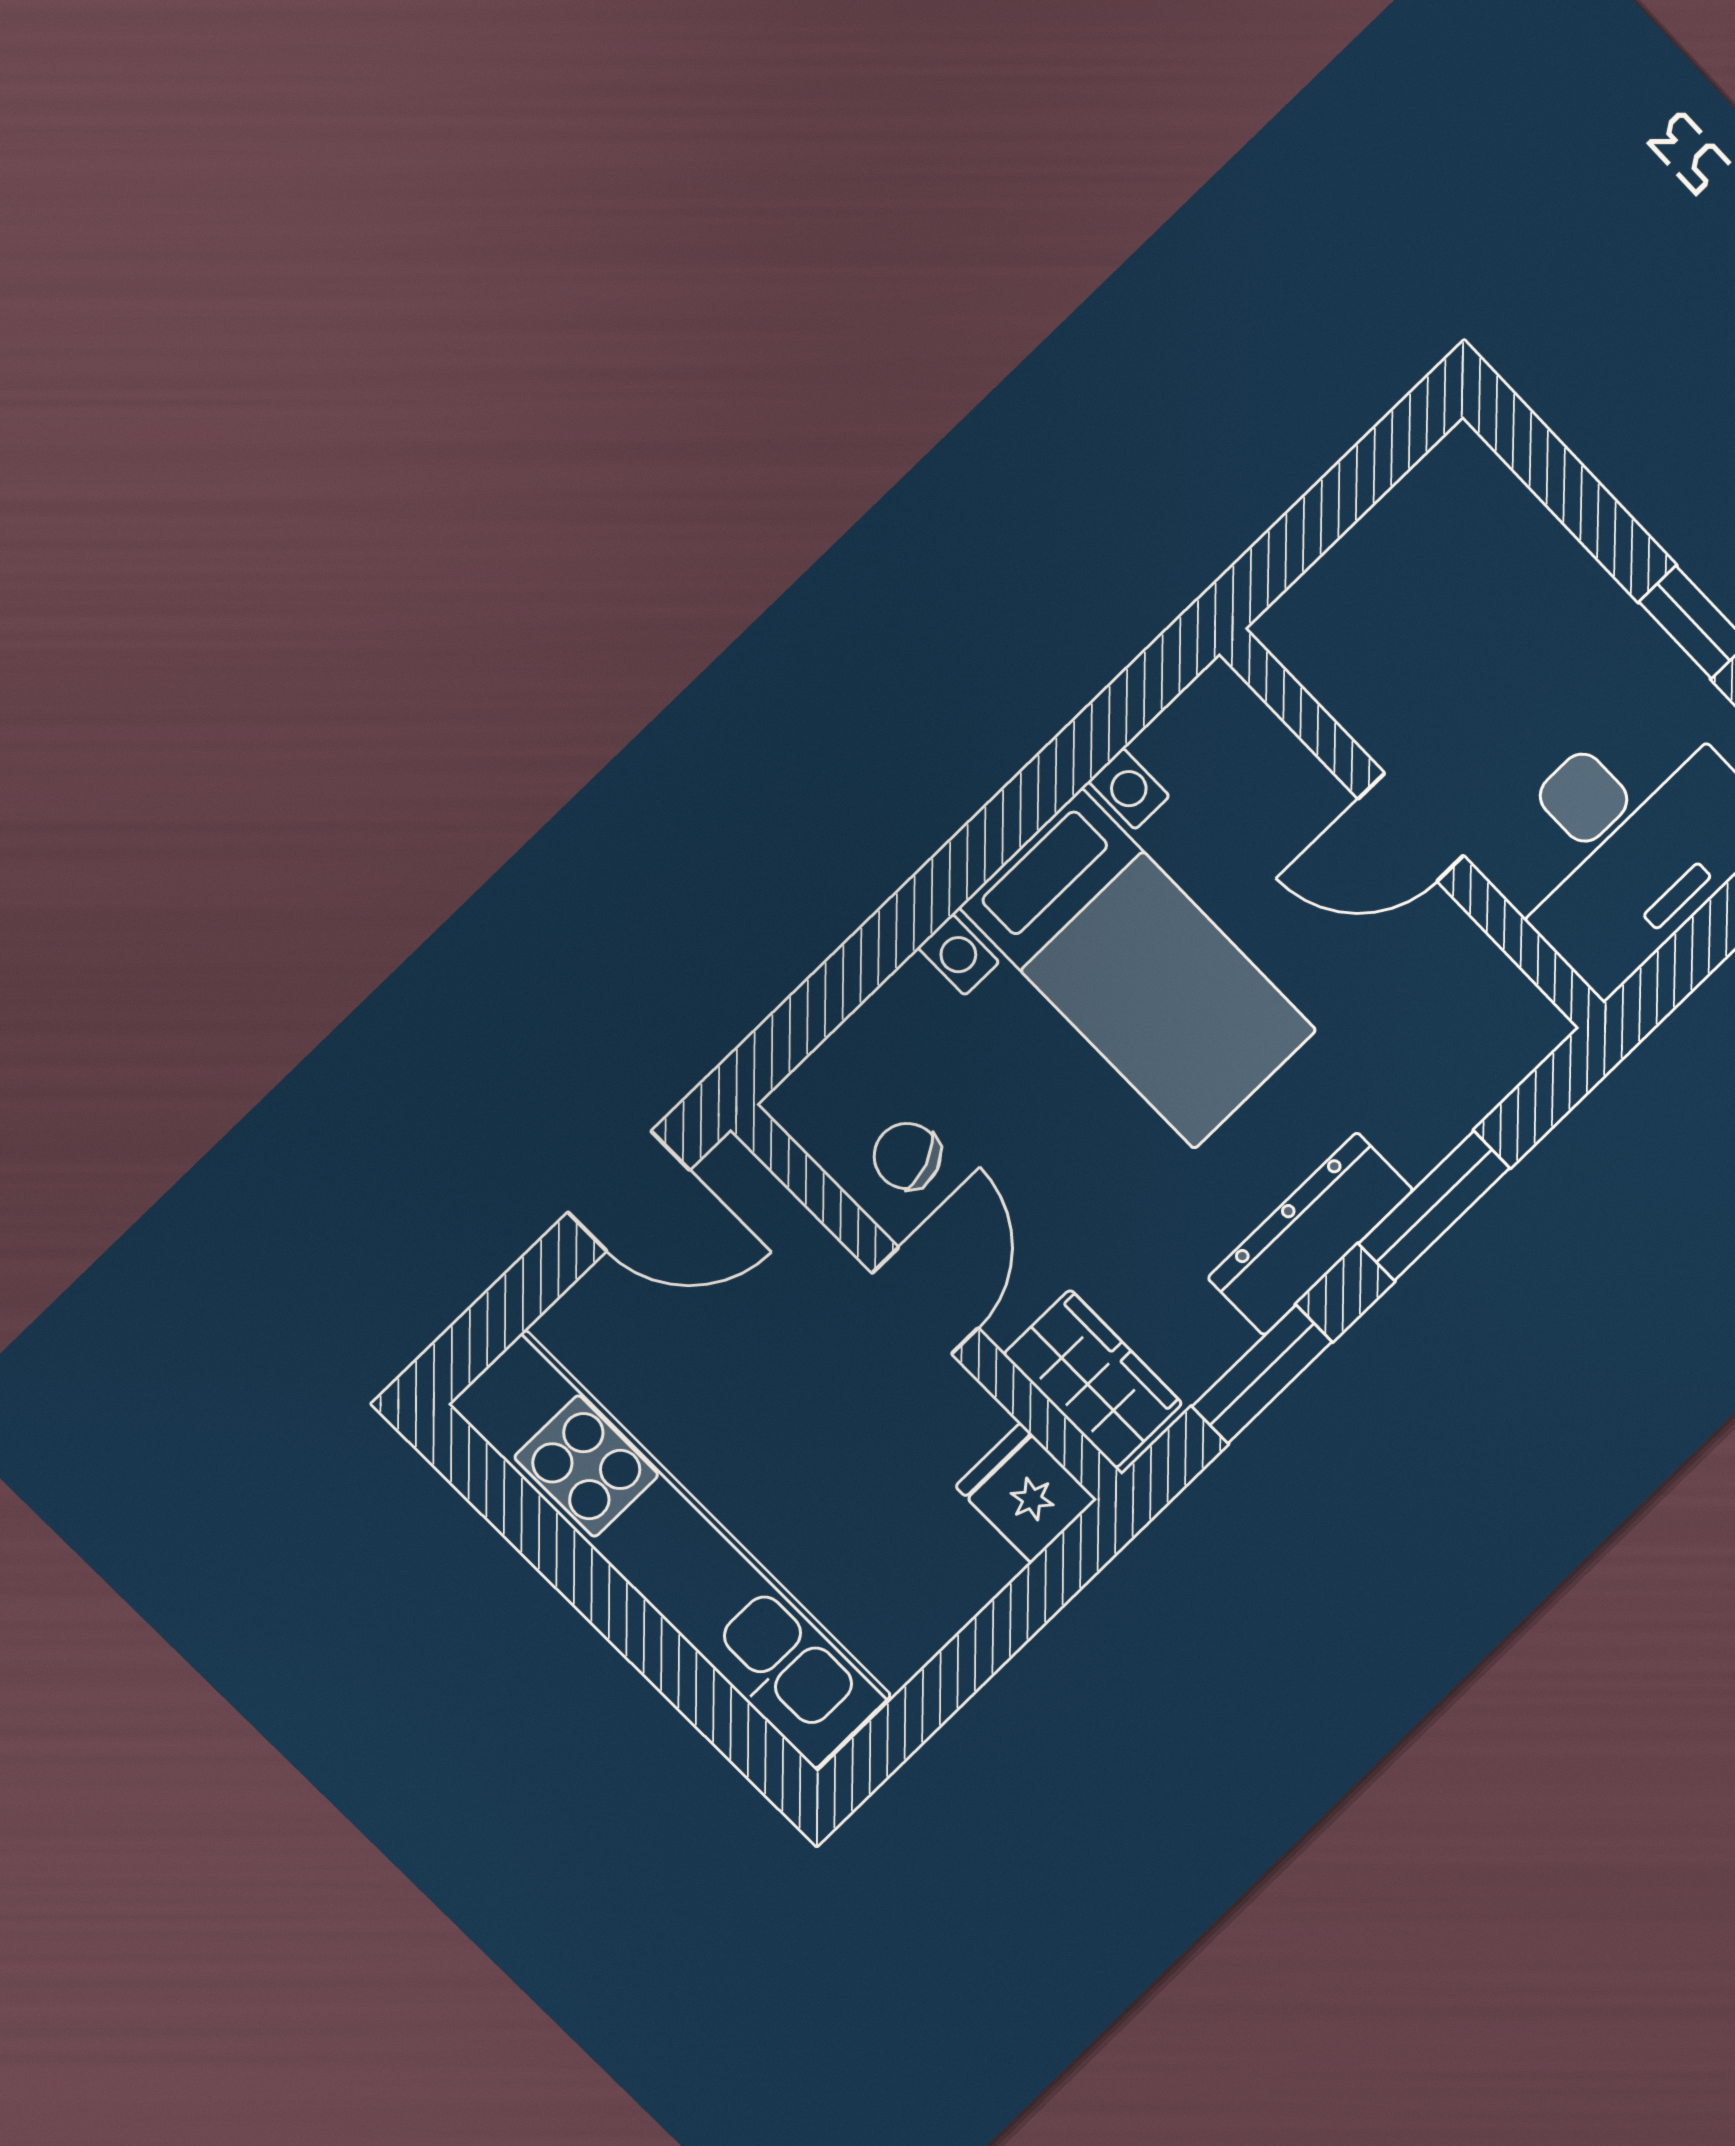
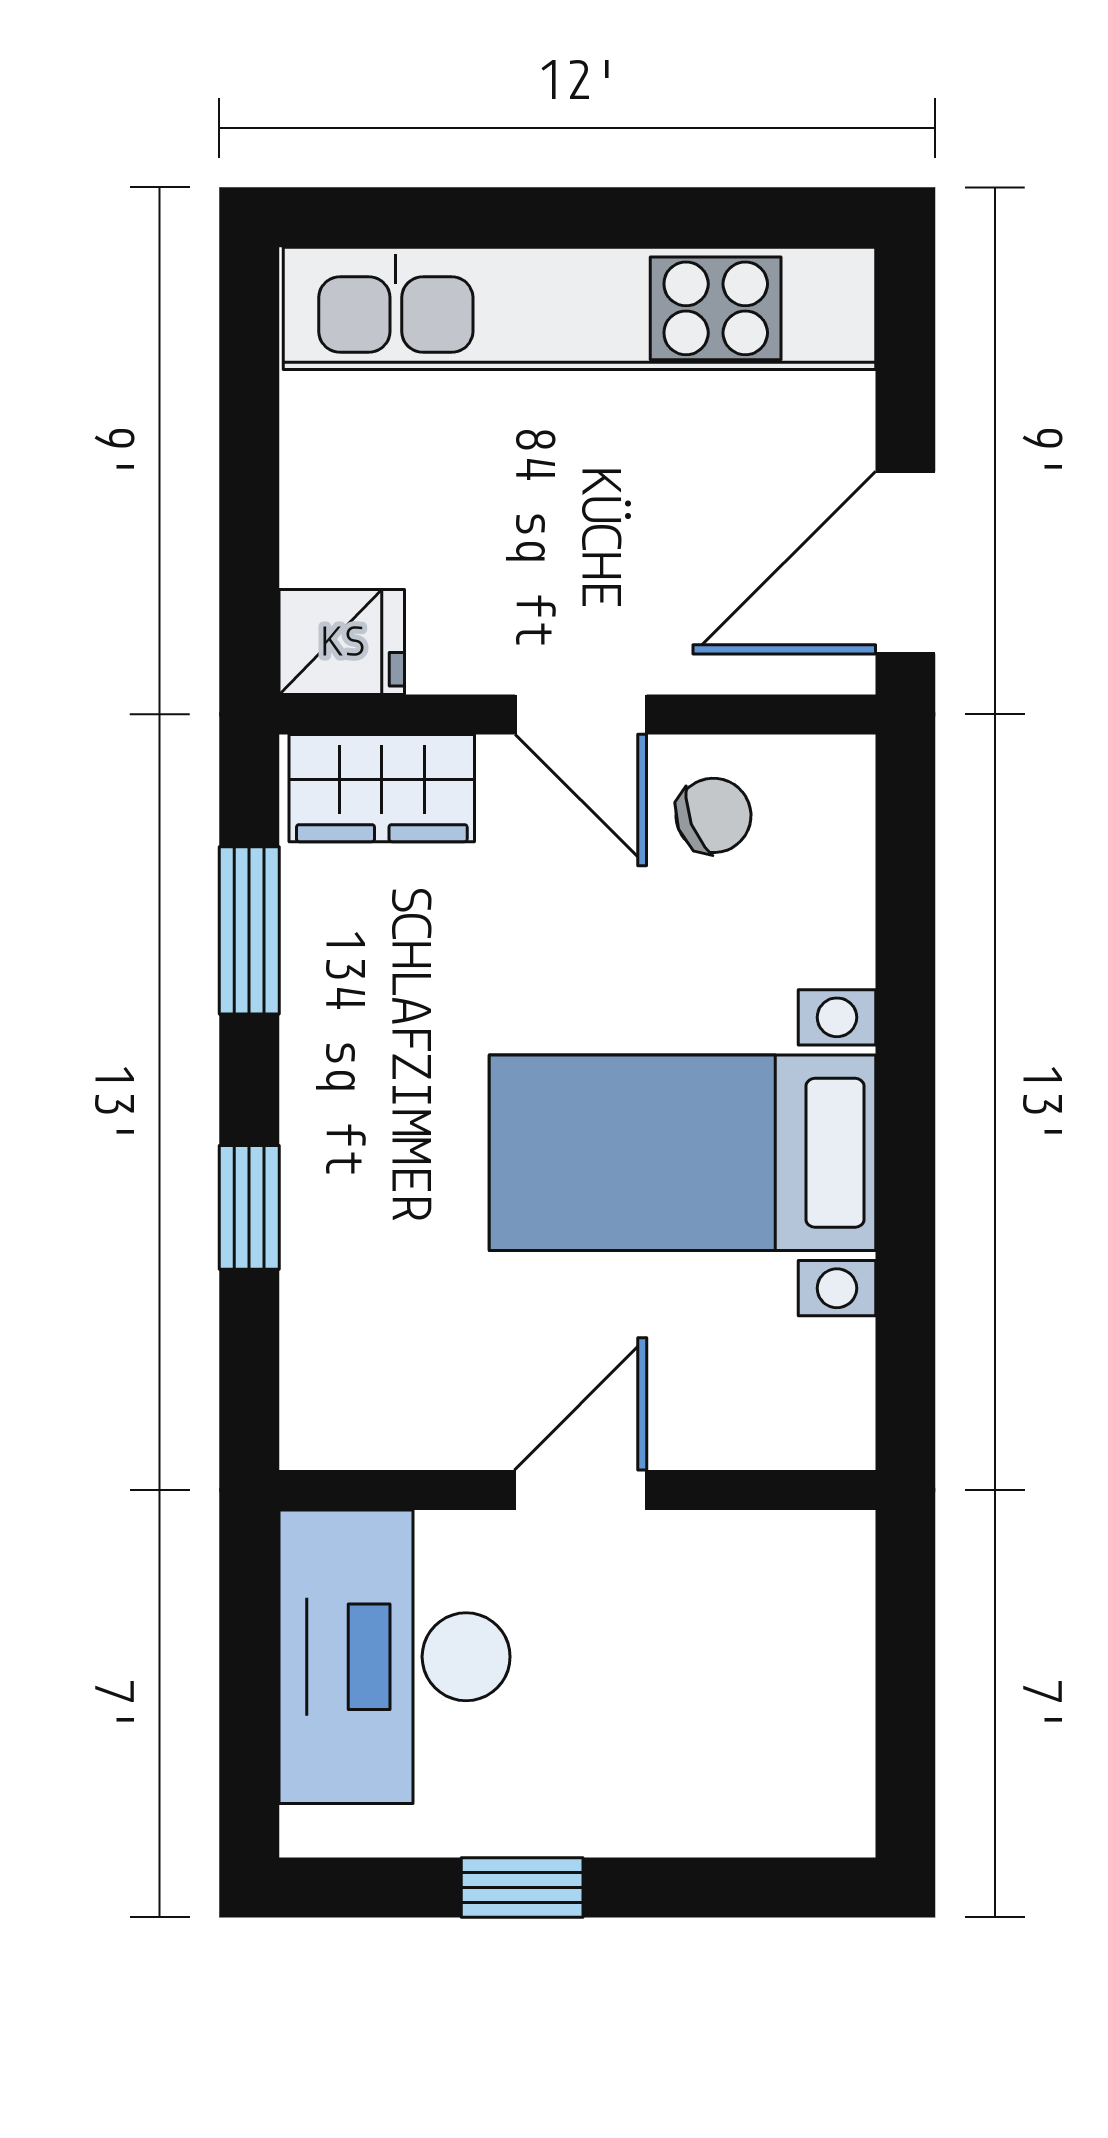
door: (629, 1191) -> (905, 563), width x1.38
window: (1434, 1206) -> (249, 1207), width x0.67
dresser: (1310, 1234) -> (326, 1083), removed

